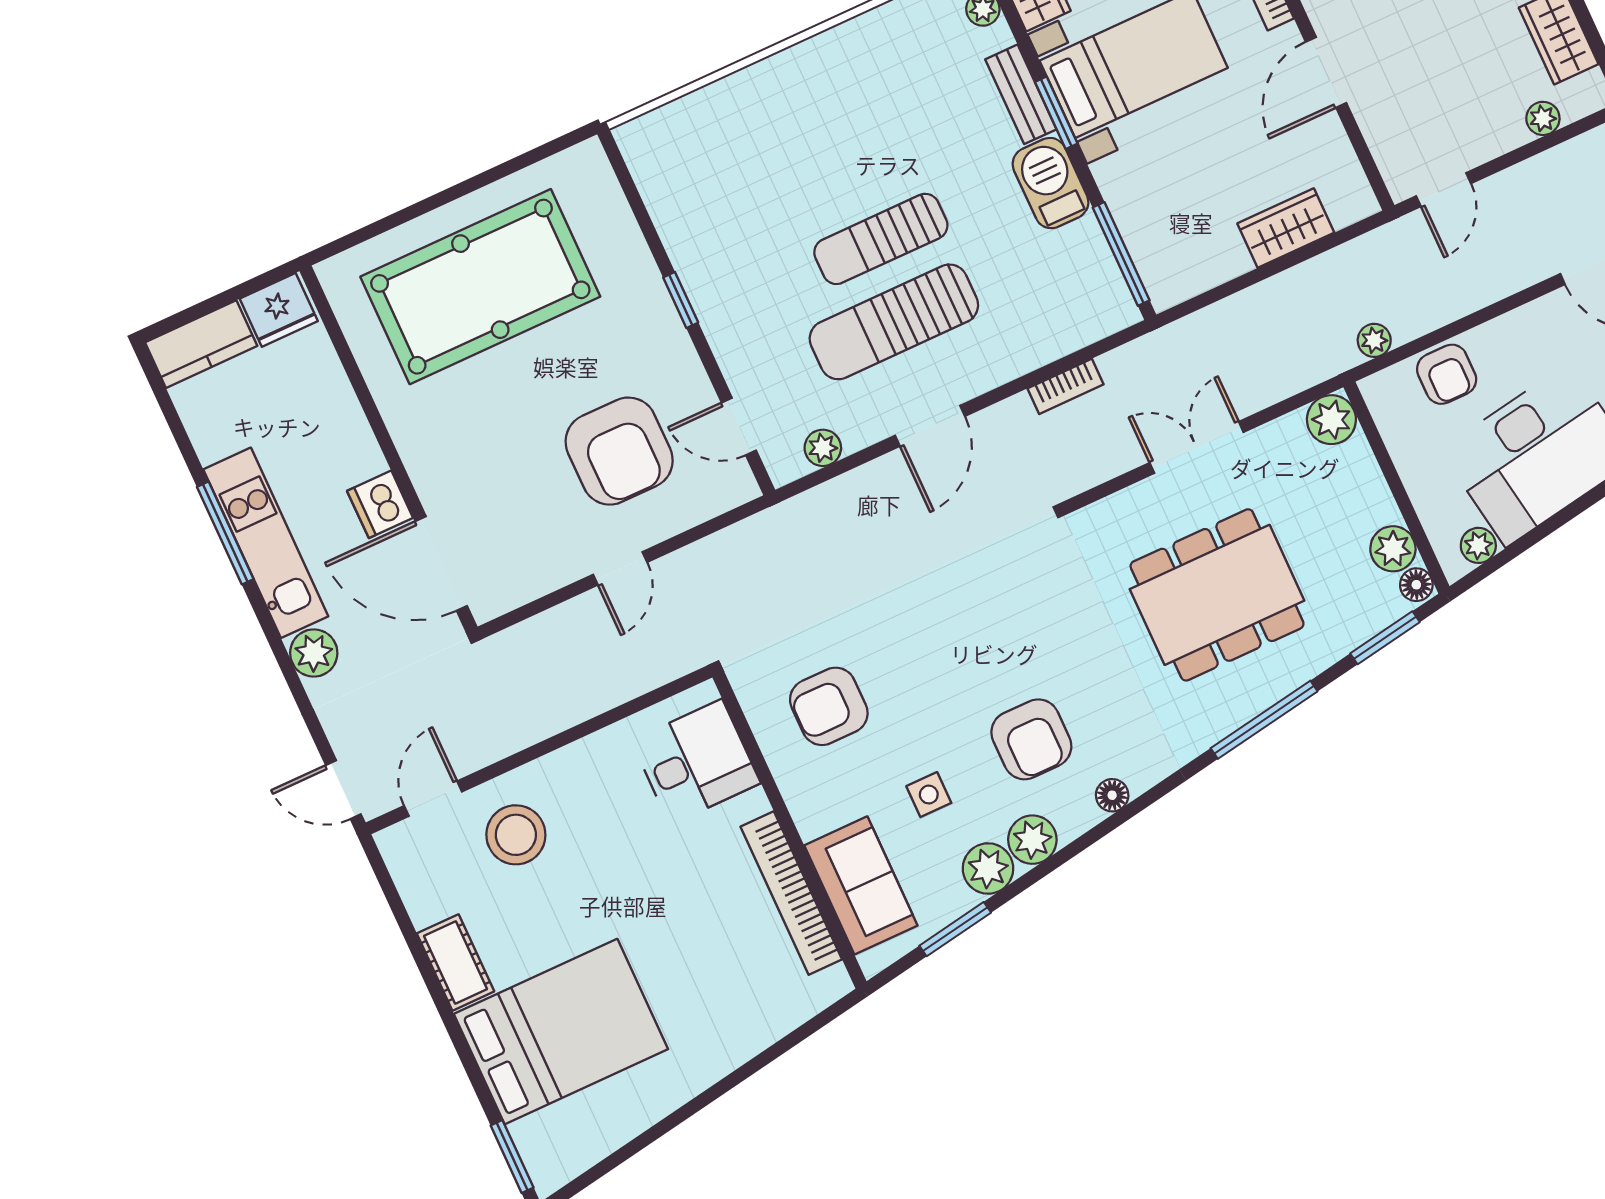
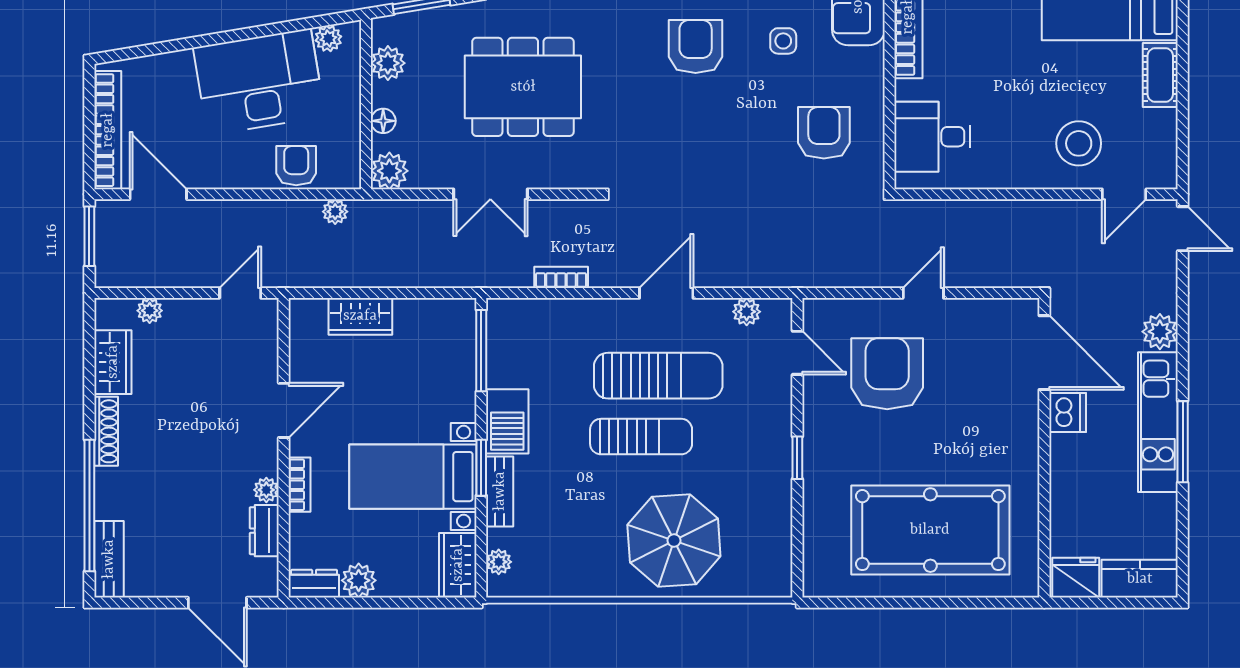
parasol: (784, 132) -> (674, 540), added
floor lamp: (1416, 585) -> (383, 121), moved
armchair: (829, 706) -> (824, 133), turned -90

